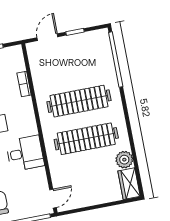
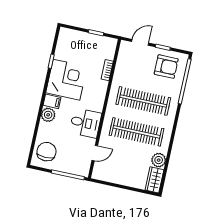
armchair: (88, 52) -> (166, 67), added
door: (53, 199) -> (95, 153), moved

